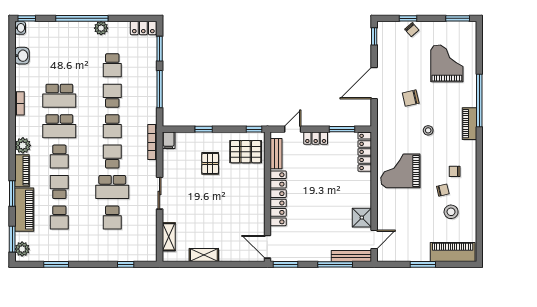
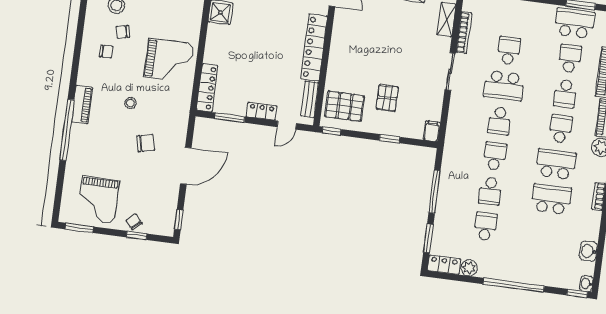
plant: (101, 28) -> (469, 268), moved
grand piano: (447, 63) -> (98, 200), moved
bookcase: (152, 142) -> (464, 33), moved
school desk: (112, 187) -> (504, 86), turned 180
school desk: (59, 248) -> (574, 23), added

